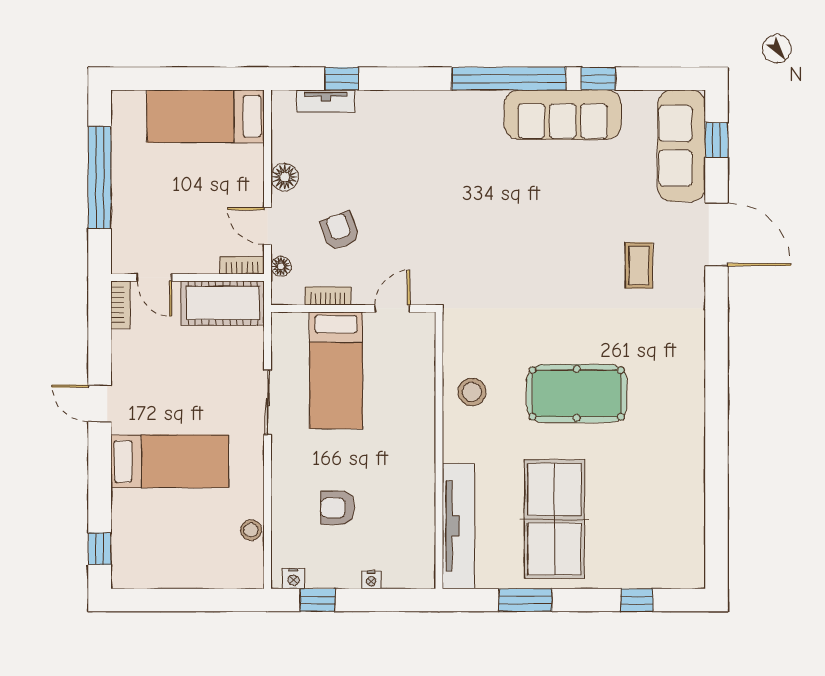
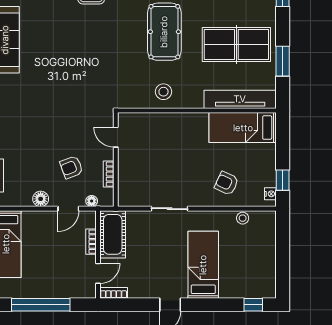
bookcase: (242, 265) -> (91, 242), moved
bed: (336, 370) -> (243, 128), moved, turned 180
armchair: (338, 508) -> (227, 183), moved, turned 115
nightstand: (371, 580) -> (271, 149), removed

